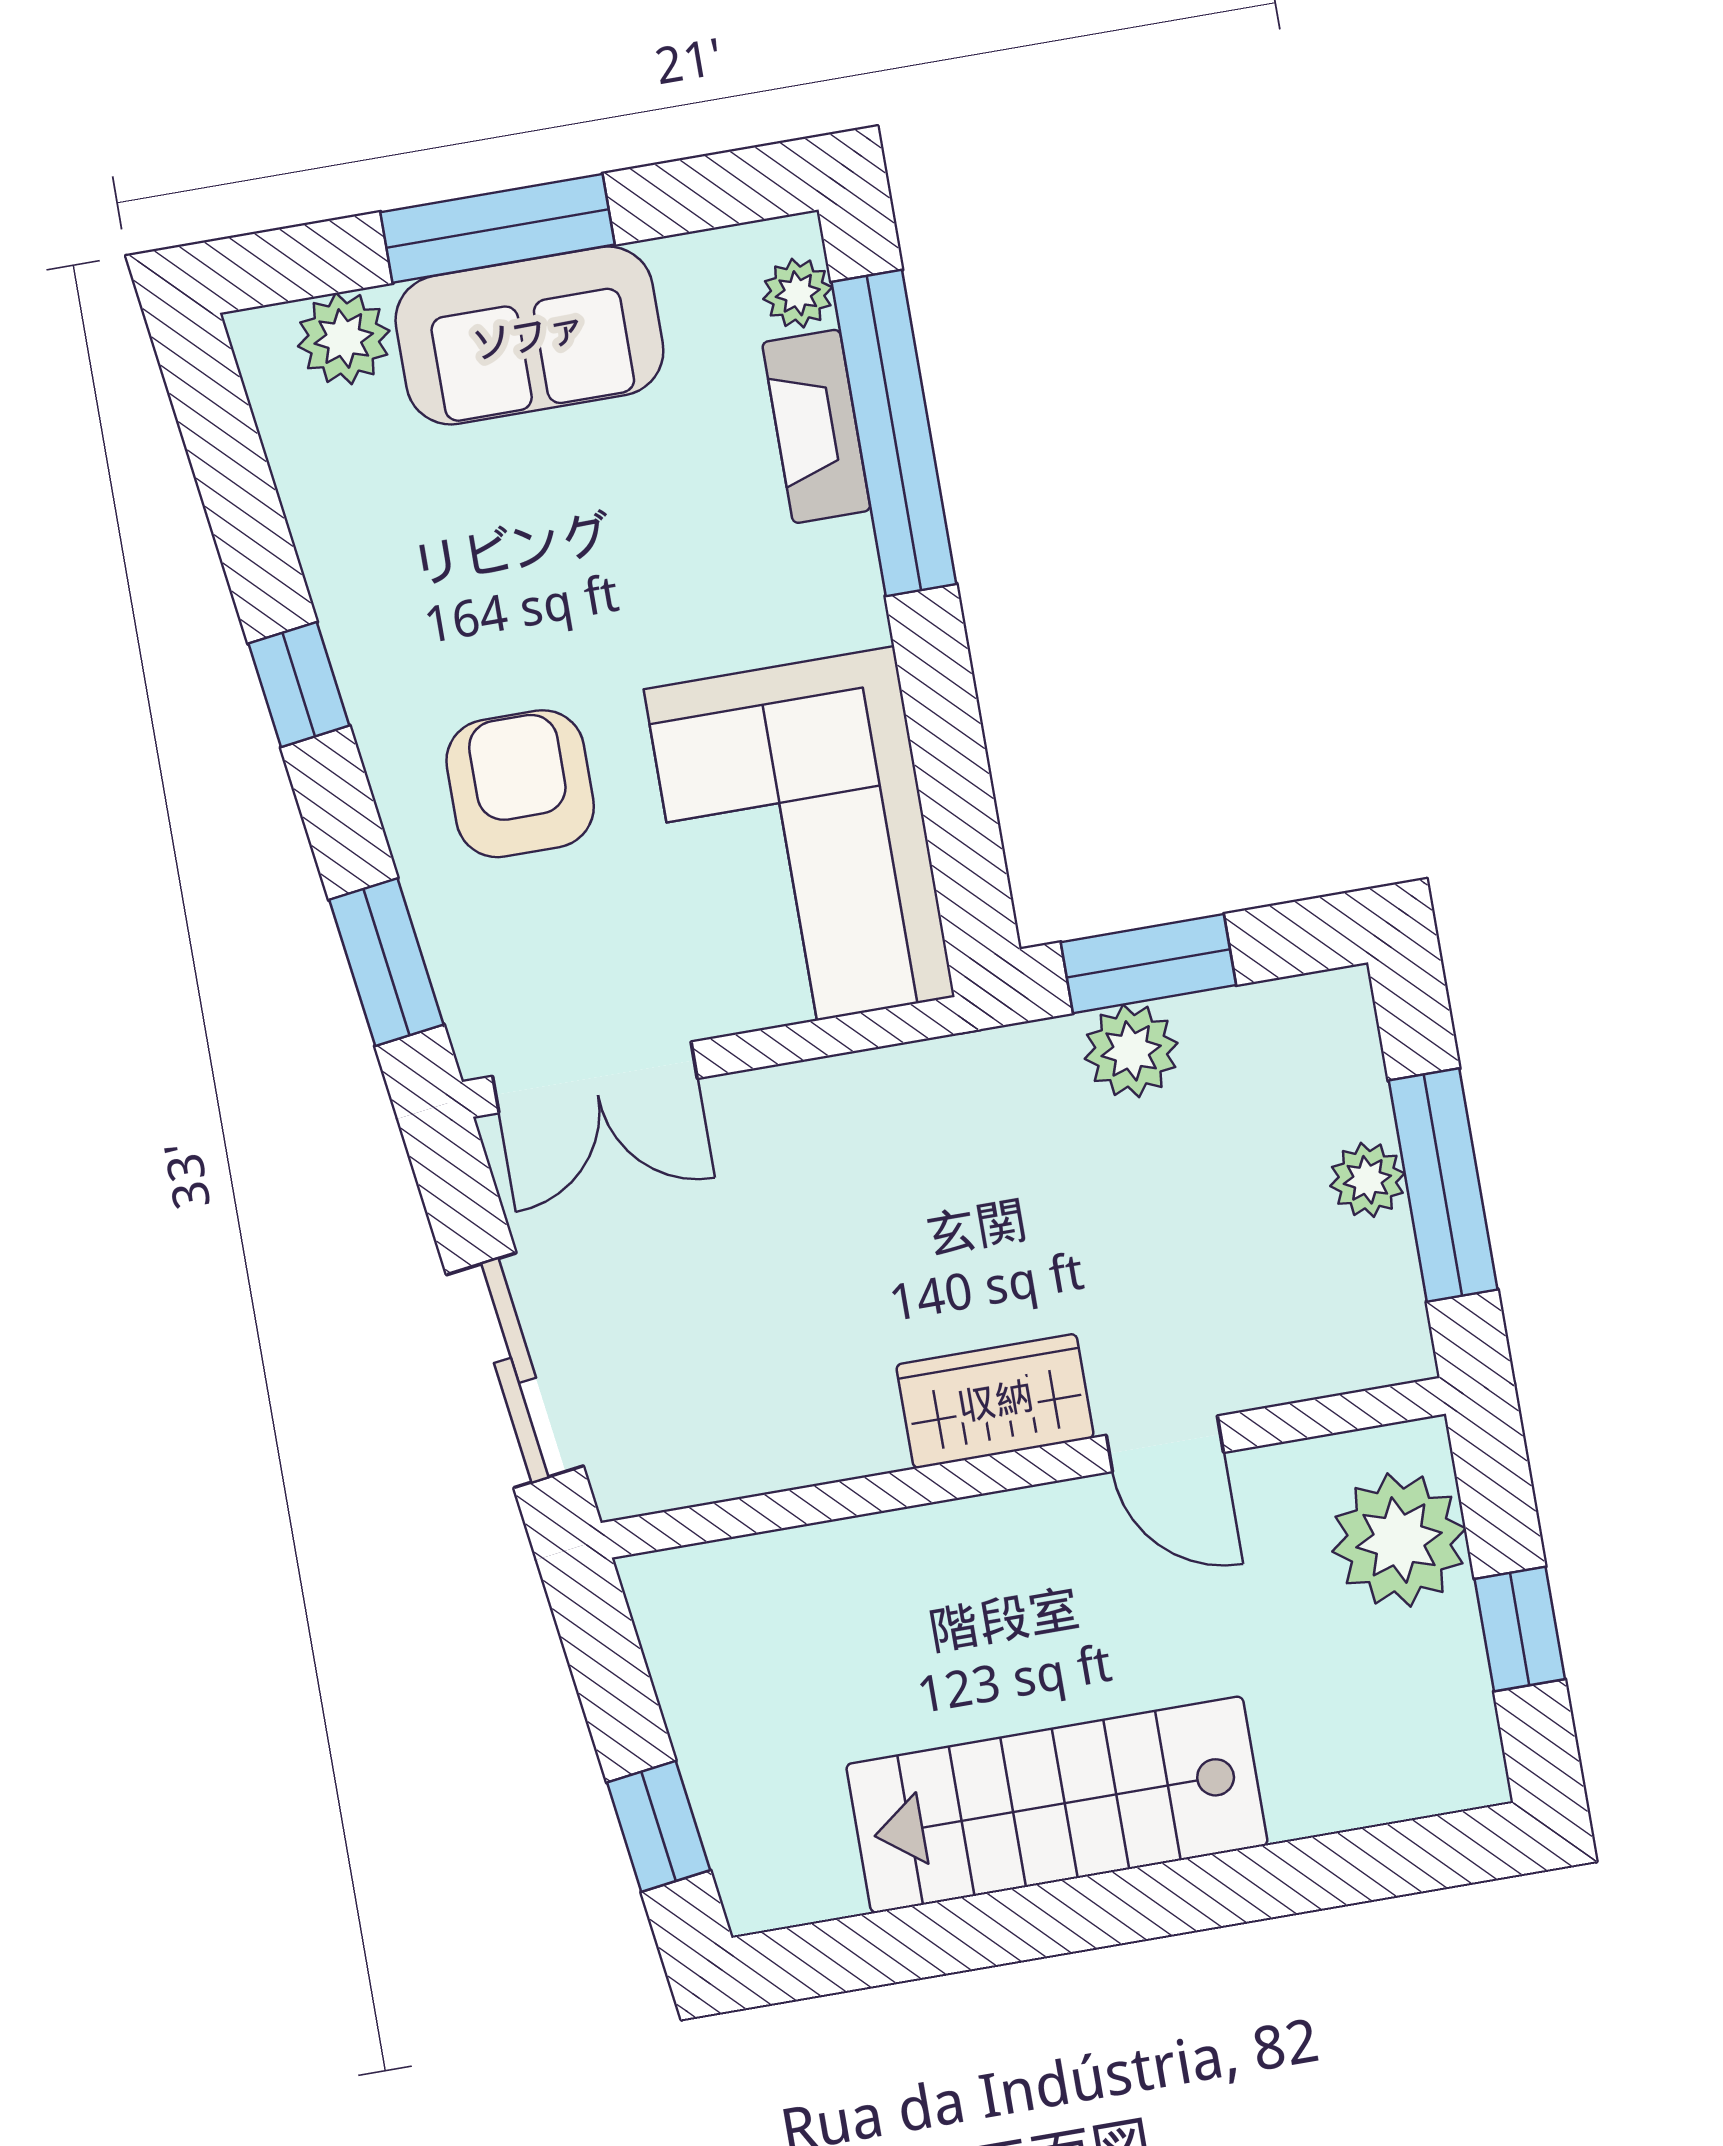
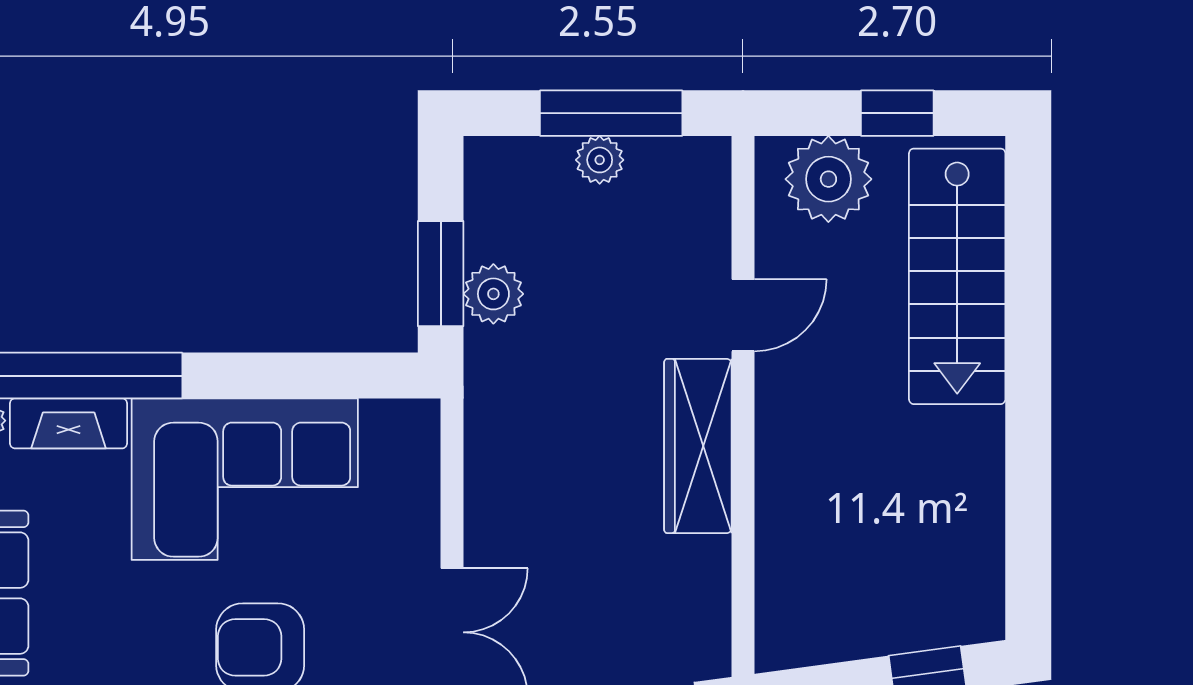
corner sofa: (799, 843) -> (245, 479), moved
wardrobe: (995, 1401) -> (698, 446), width x1.50
stairs: (1057, 1805) -> (957, 276), moved

